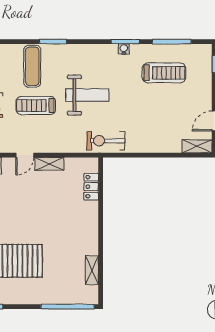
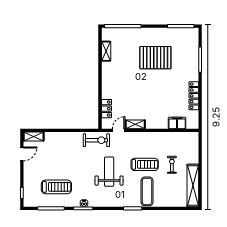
treadmill: (164, 73) -> (56, 187), turned 180
weight bench: (87, 95) -> (109, 172), turned 90
door: (25, 155) -> (119, 130), moved

